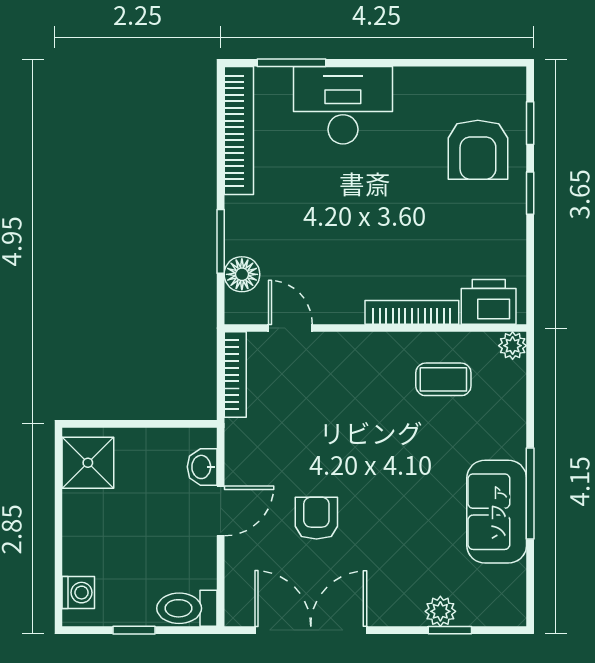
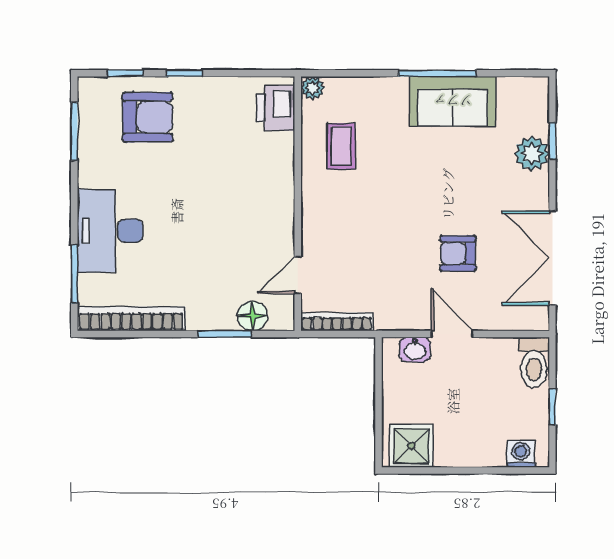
window: (461, 63) -> (74, 131), added
bookcase: (412, 312) -> (285, 173), removed
plant: (440, 611) -> (532, 154), width x1.38, depth x1.38

